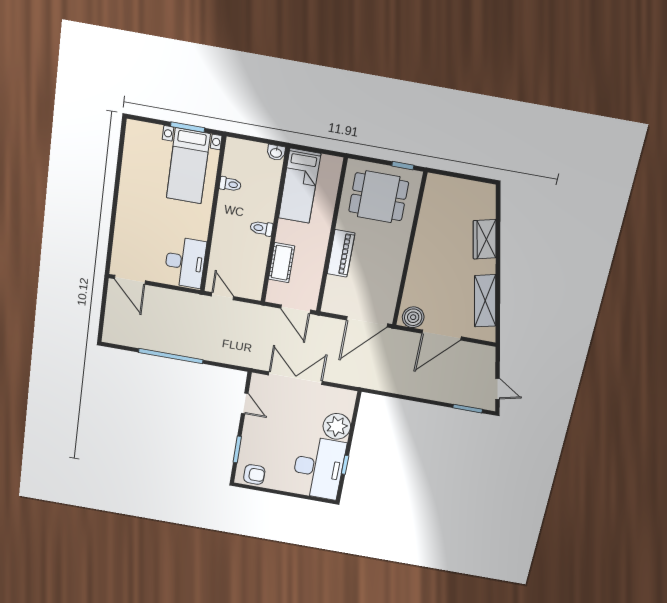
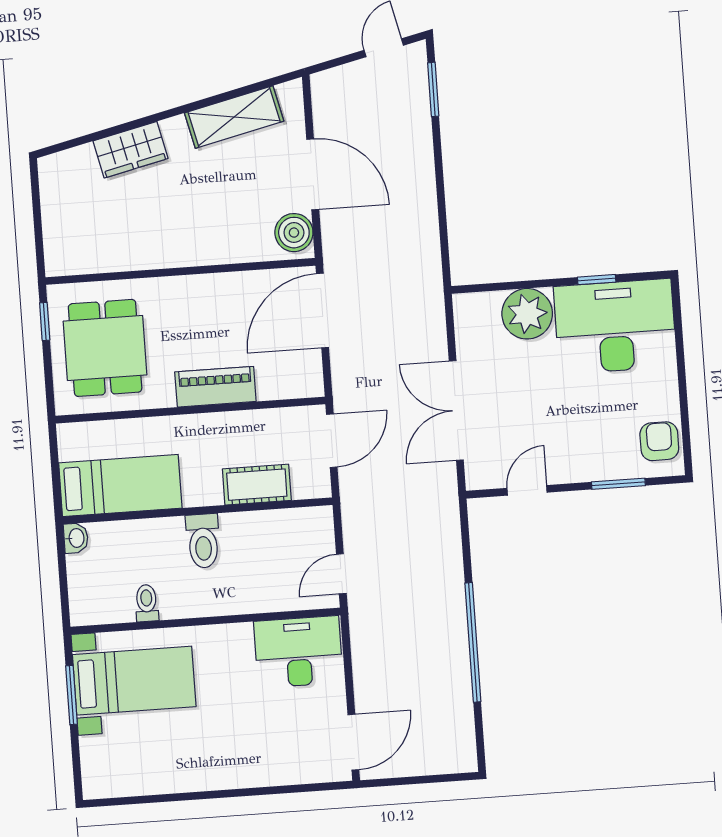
toilet: (261, 228) -> (203, 541), width x1.37, depth x1.39
door: (367, 322) -> (322, 310), swing flipped

